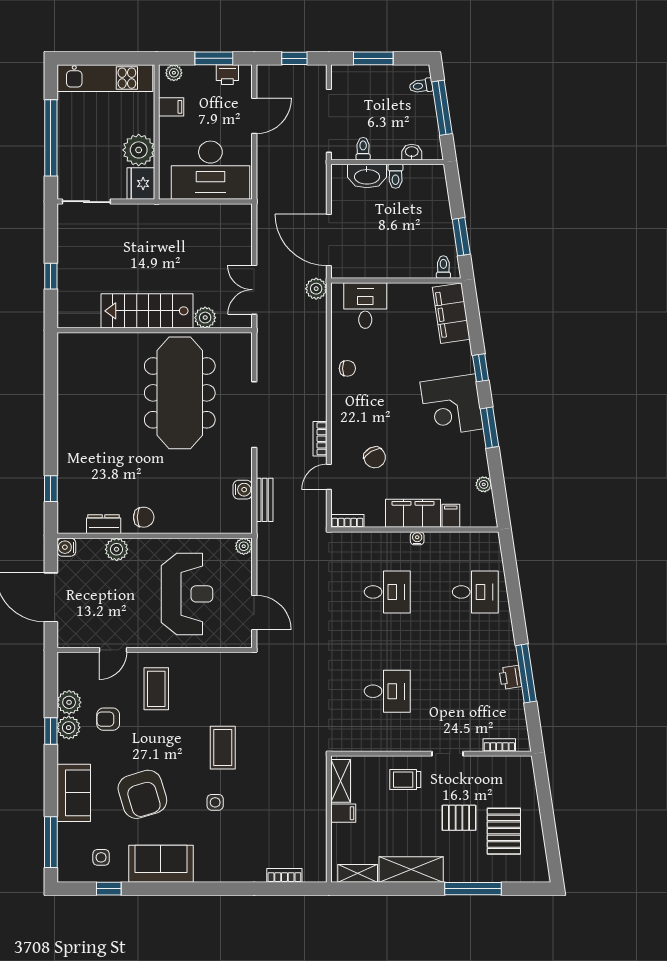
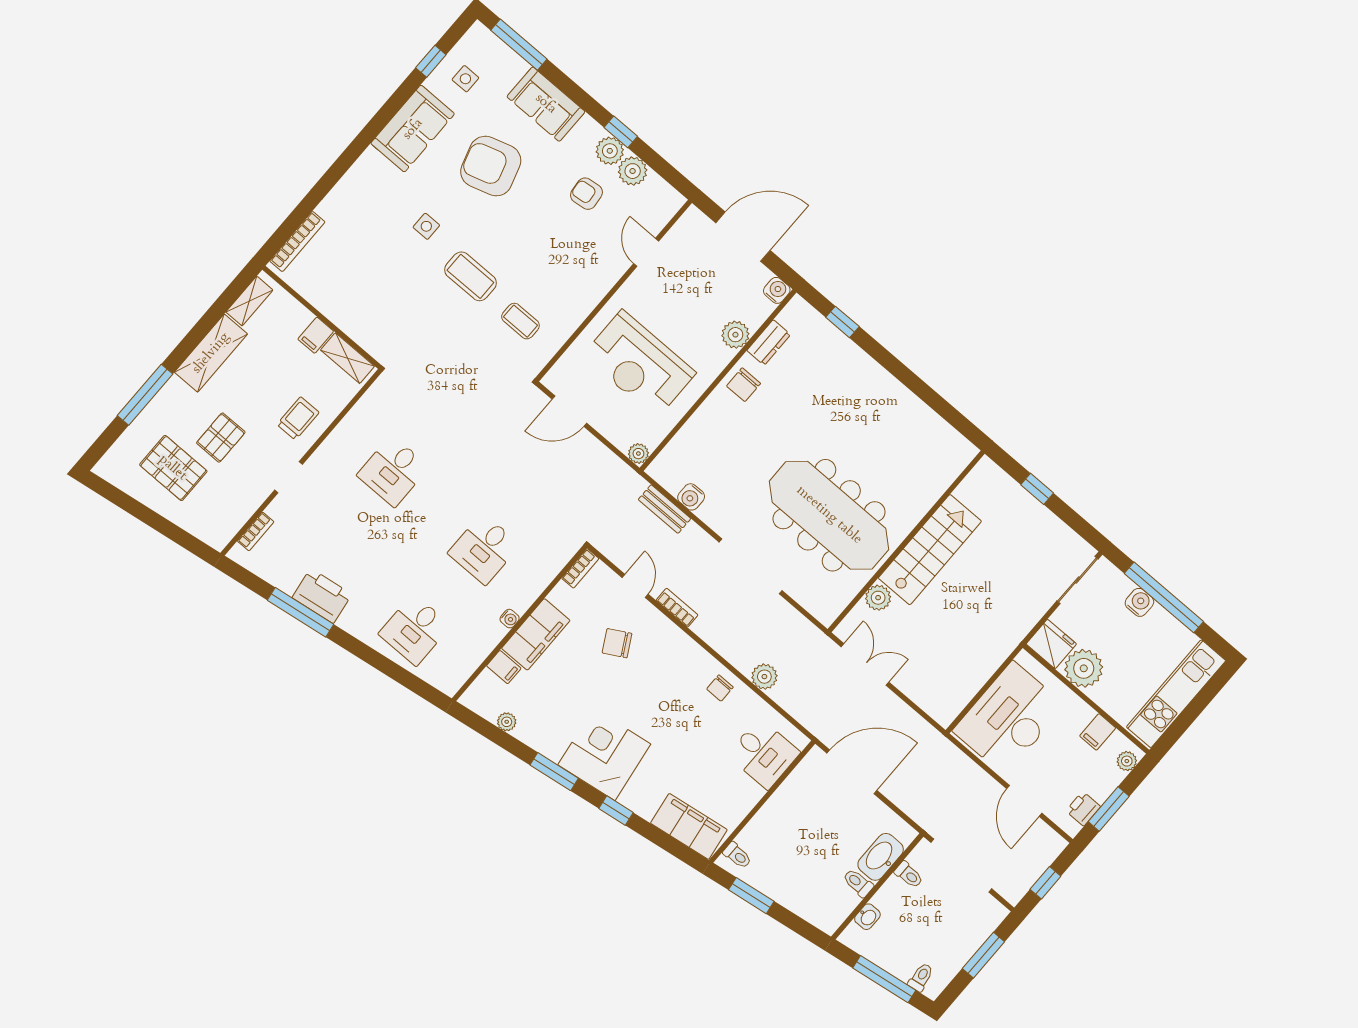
water cooler: (67, 150) -> (1139, 602), added
plant: (316, 289) -> (764, 677), moved
printer: (510, 677) -> (322, 596), width x1.87, depth x1.48
coffee table: (156, 689) -> (520, 321), moved, width x0.73, depth x0.77
armchair: (108, 719) -> (586, 194), turned -96
bookcase: (284, 875) -> (297, 242), width x1.56

